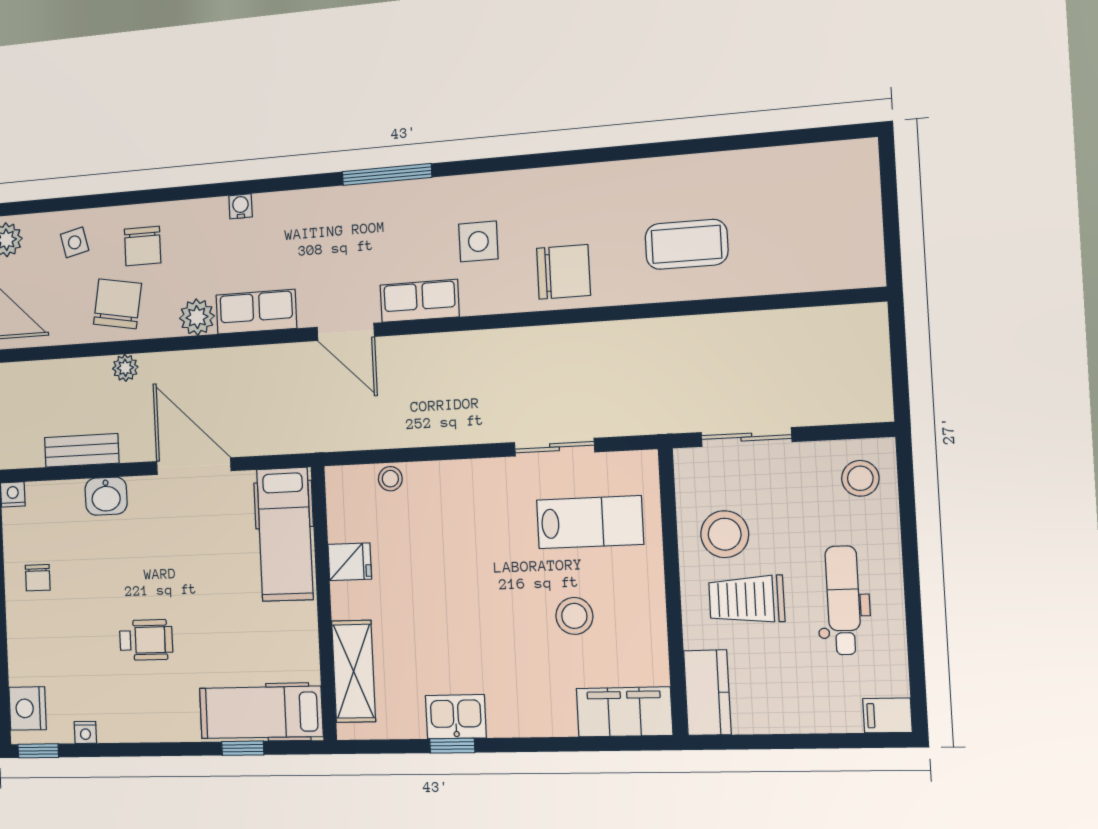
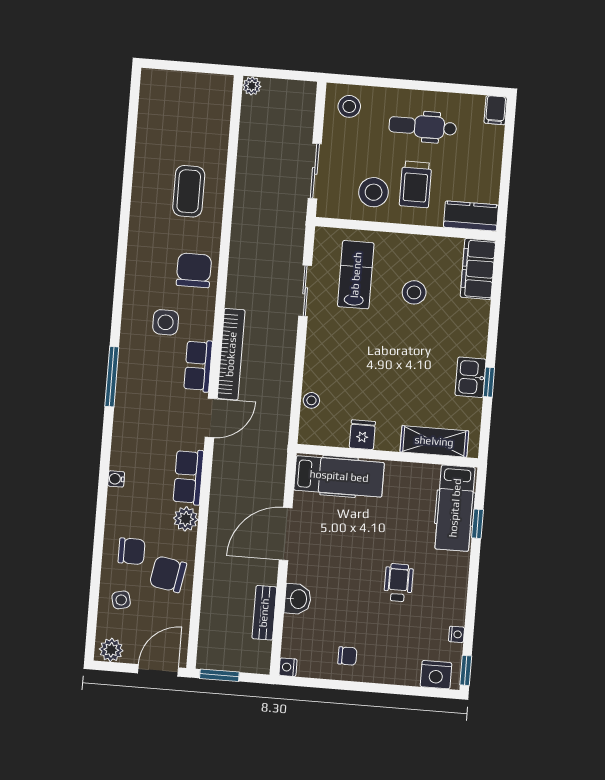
bookcase: (443, 348) -> (231, 354), added
plant: (125, 368) -> (252, 86), moved

